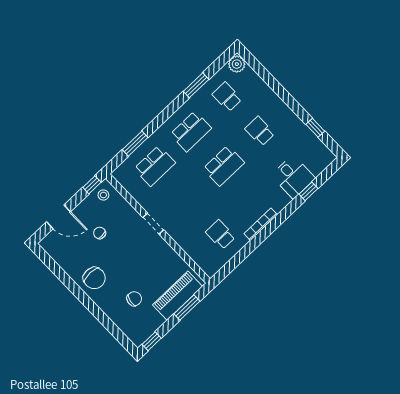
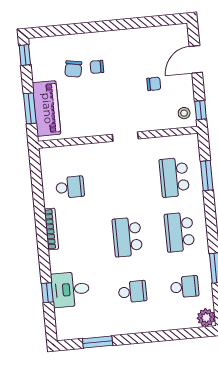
window: (315, 128) -> (98, 342), width x1.50
chair: (94, 278) -> (97, 67), moved, width x0.54, depth x0.54

